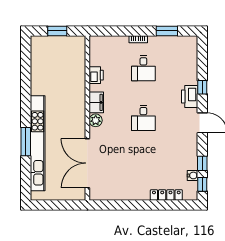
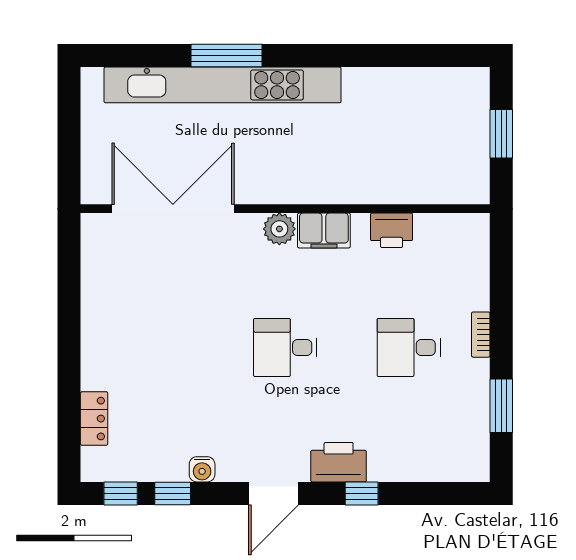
water cooler: (192, 175) -> (202, 469), moved
locker: (166, 195) -> (94, 419), width x0.66

